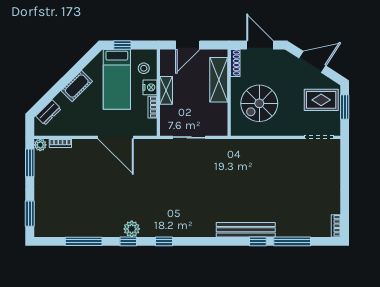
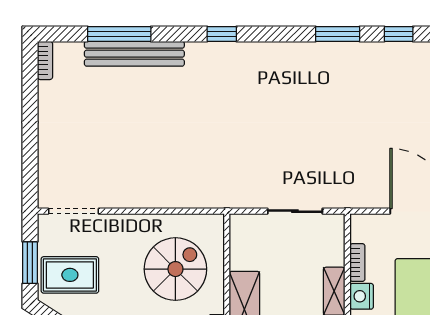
plant: (132, 229) -> (393, 55), removed
bench: (246, 230) -> (134, 54), moved
window: (164, 241) -> (338, 34), width x1.50
window: (258, 241) -> (222, 34), moved

